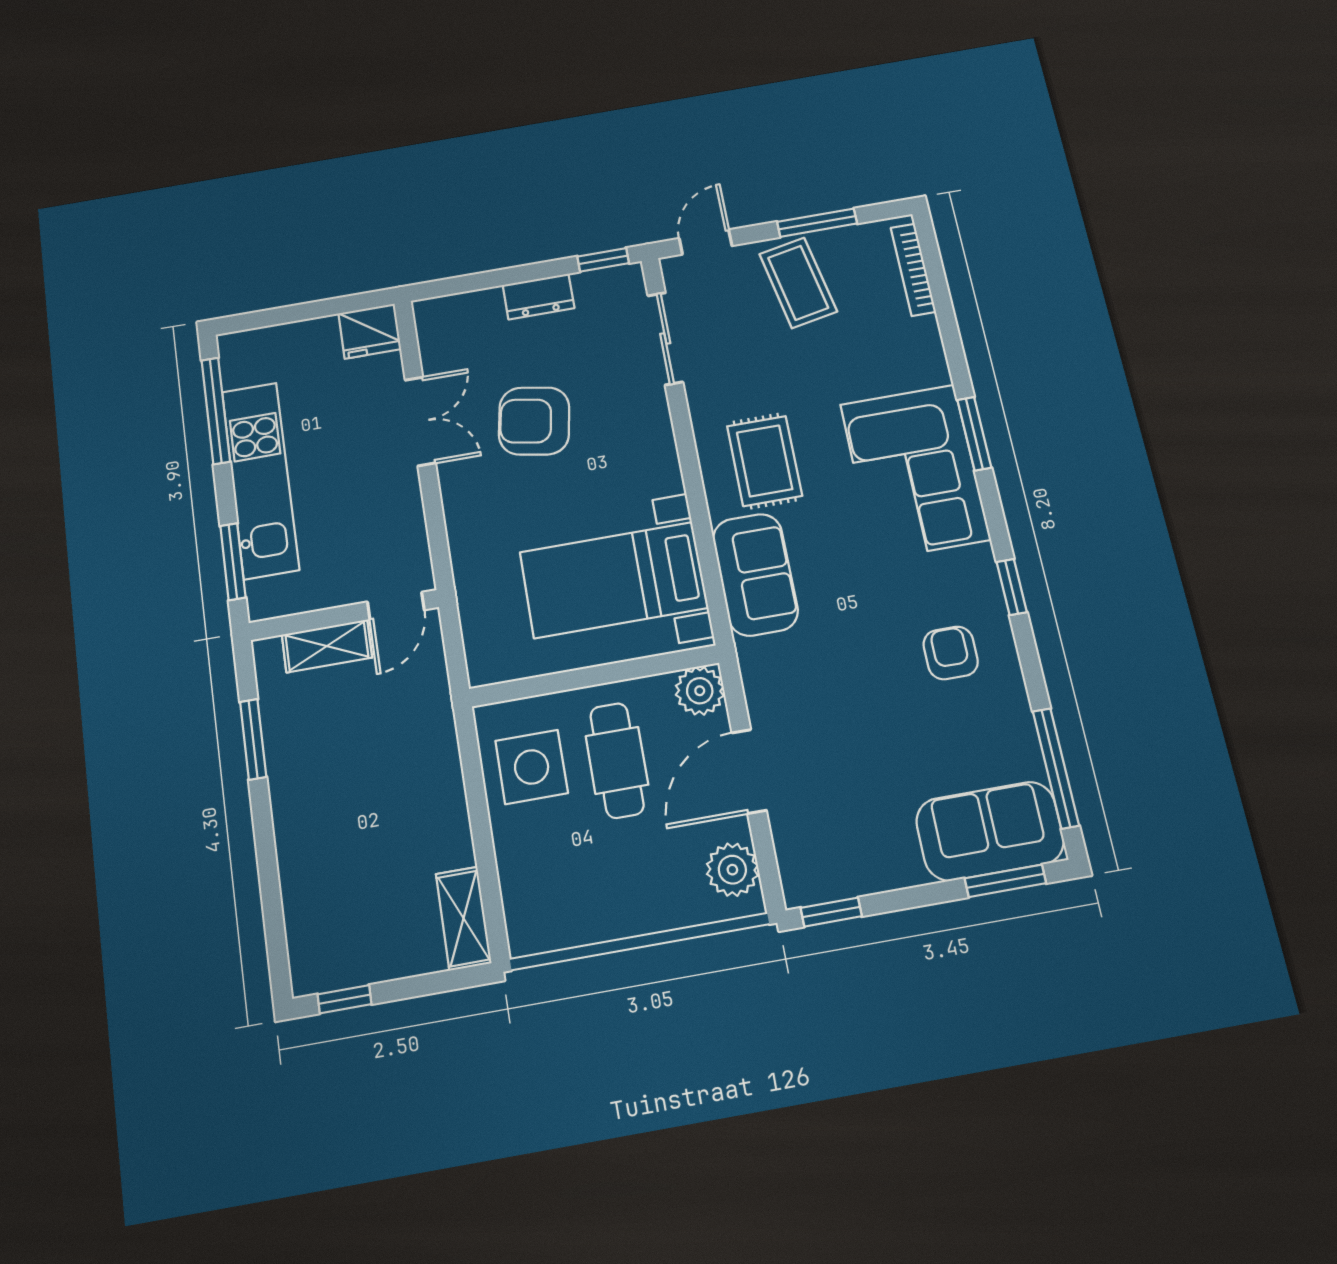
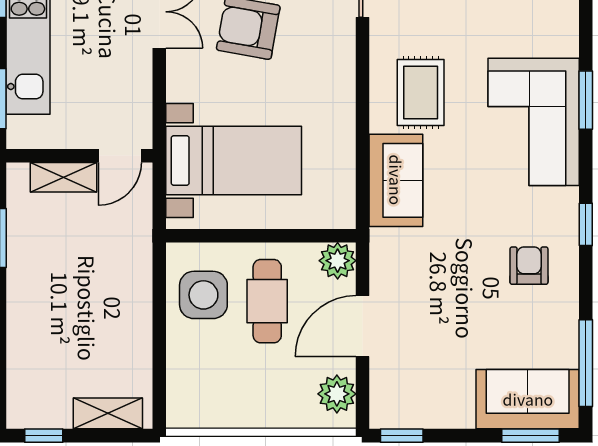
bed with nightstands: (614, 580) -> (234, 160), moved, turned 180
shelving: (463, 918) -> (108, 413), moved, turned 90

